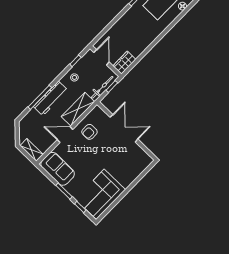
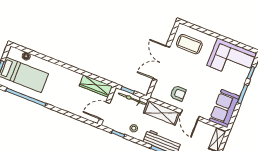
wardrobe: (124, 63) -> (96, 86), width x1.50
coffee table: (131, 161) -> (189, 44), added

